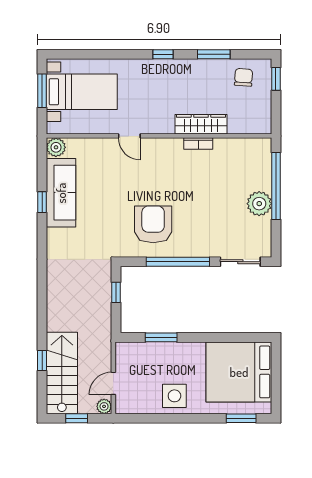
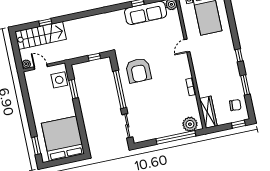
wardrobe: (201, 124) -> (208, 112), moved
plant: (259, 204) -> (190, 124), moved
armchair: (153, 224) -> (138, 70), turned 90
side table: (174, 396) -> (59, 80), moved
window: (77, 418) -> (16, 50), removed

